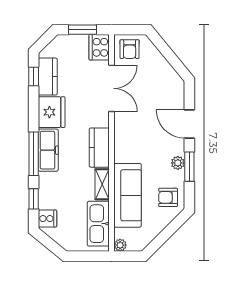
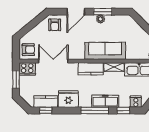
freezer: (48, 150) -> (105, 101), moved
sofa: (128, 195) -> (105, 51), moved
armchair: (168, 197) -> (55, 25), moved

